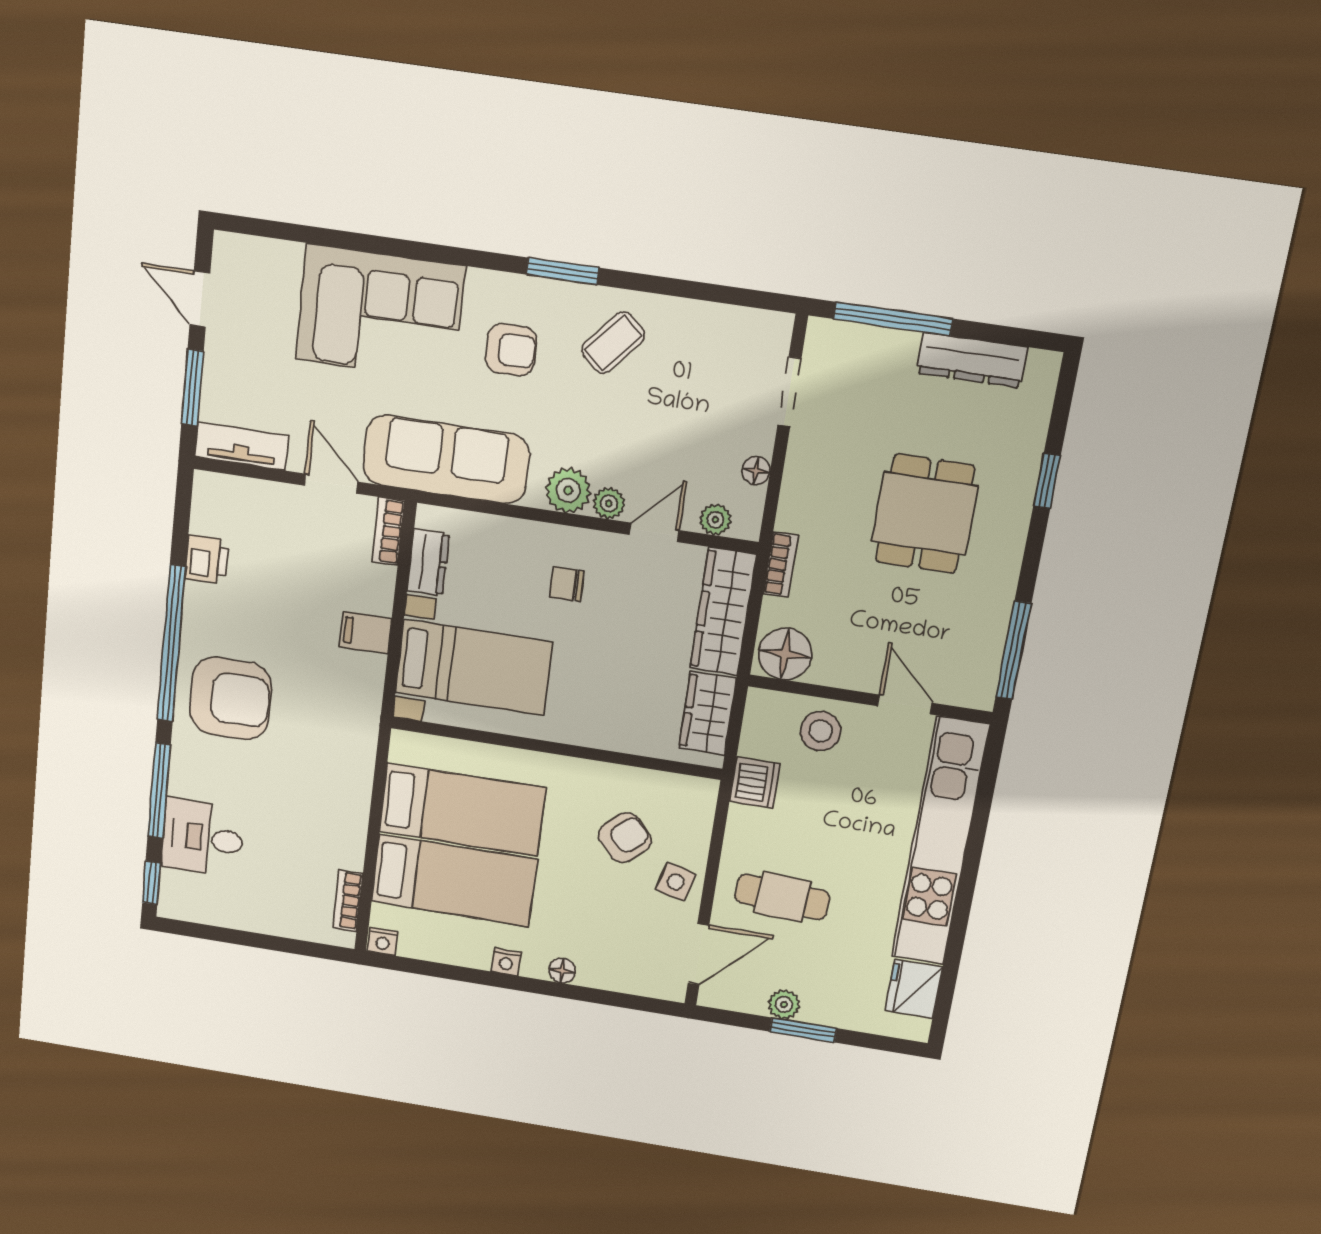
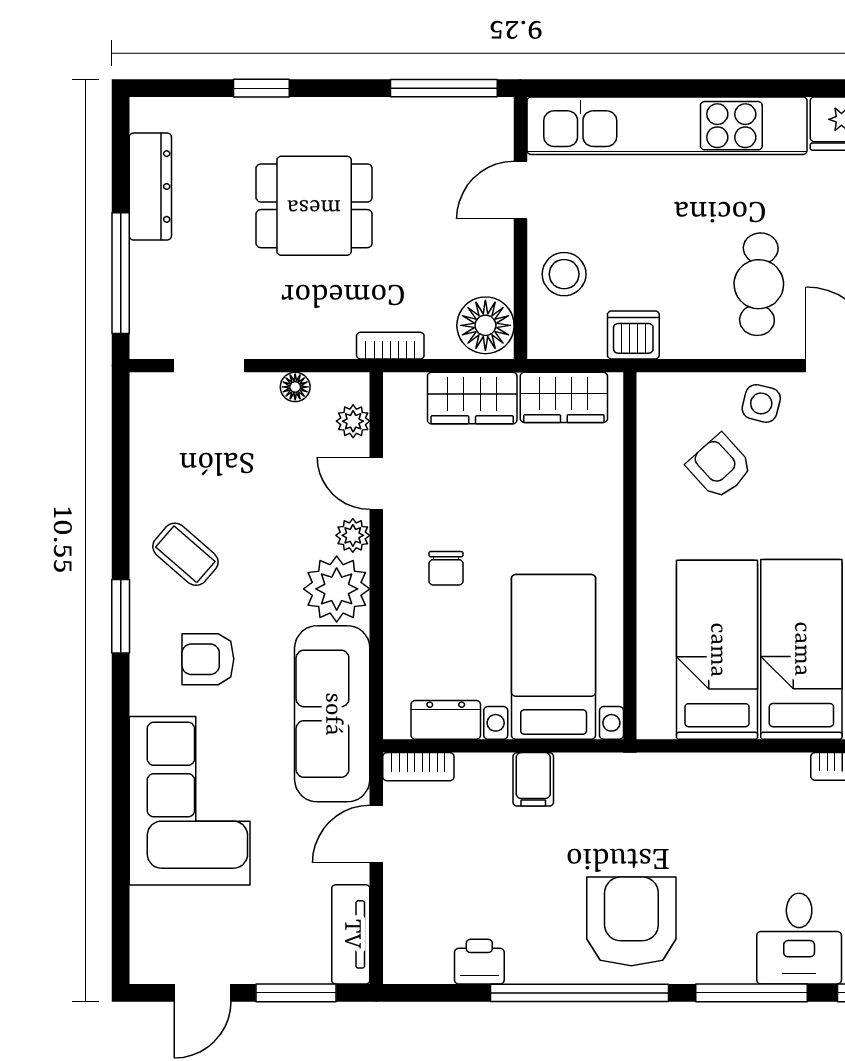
armchair: (511, 350) -> (208, 659), turned -90
plant: (568, 490) -> (337, 589), width x1.36, depth x1.36
wardrobe: (723, 611) -> (472, 398), width x0.67

